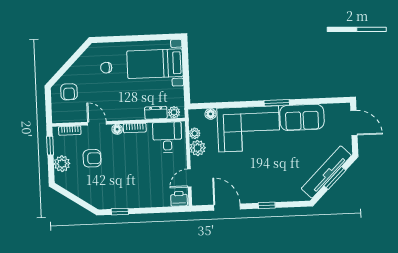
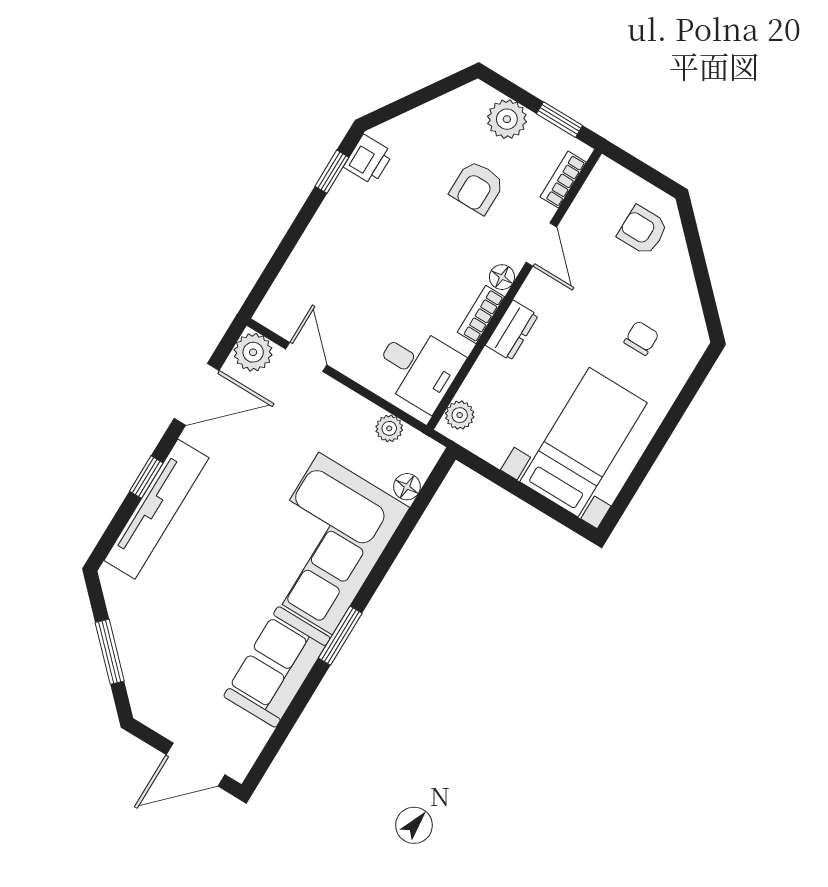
dresser: (156, 113) -> (512, 330), moved
door: (97, 123) -> (541, 245), hinge flipped
plant: (198, 148) -> (253, 352), moved
tv unit: (326, 172) -> (156, 509), moved, turned 45
printer: (179, 199) -> (369, 160), moved

